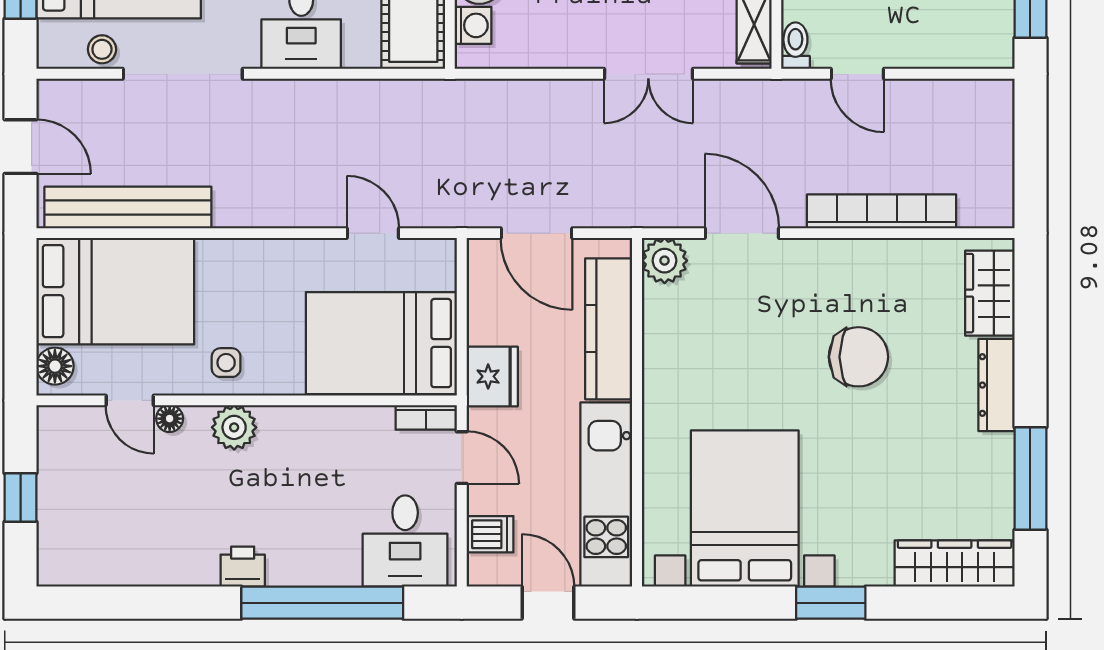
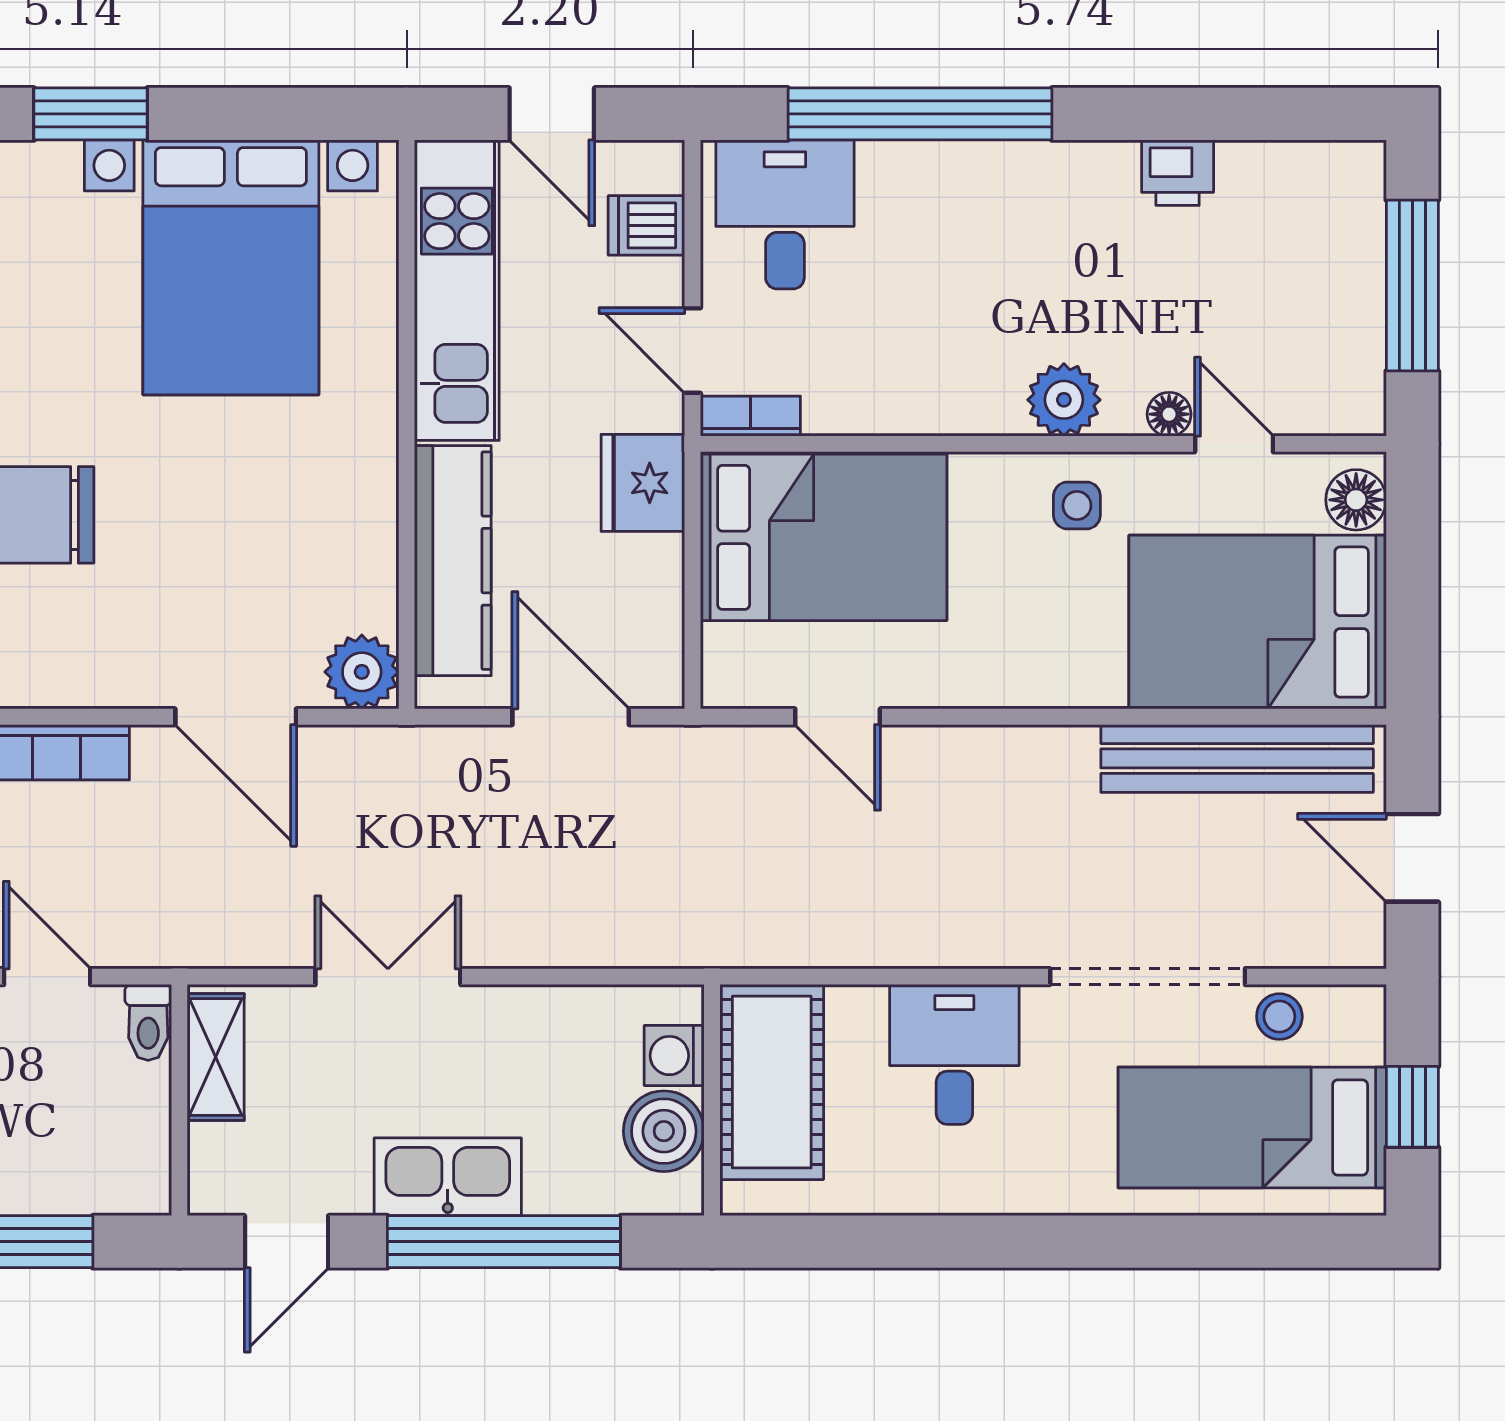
window: (21, 497) -> (1412, 285), width x2.17
printer: (243, 567) -> (1178, 173), moved

